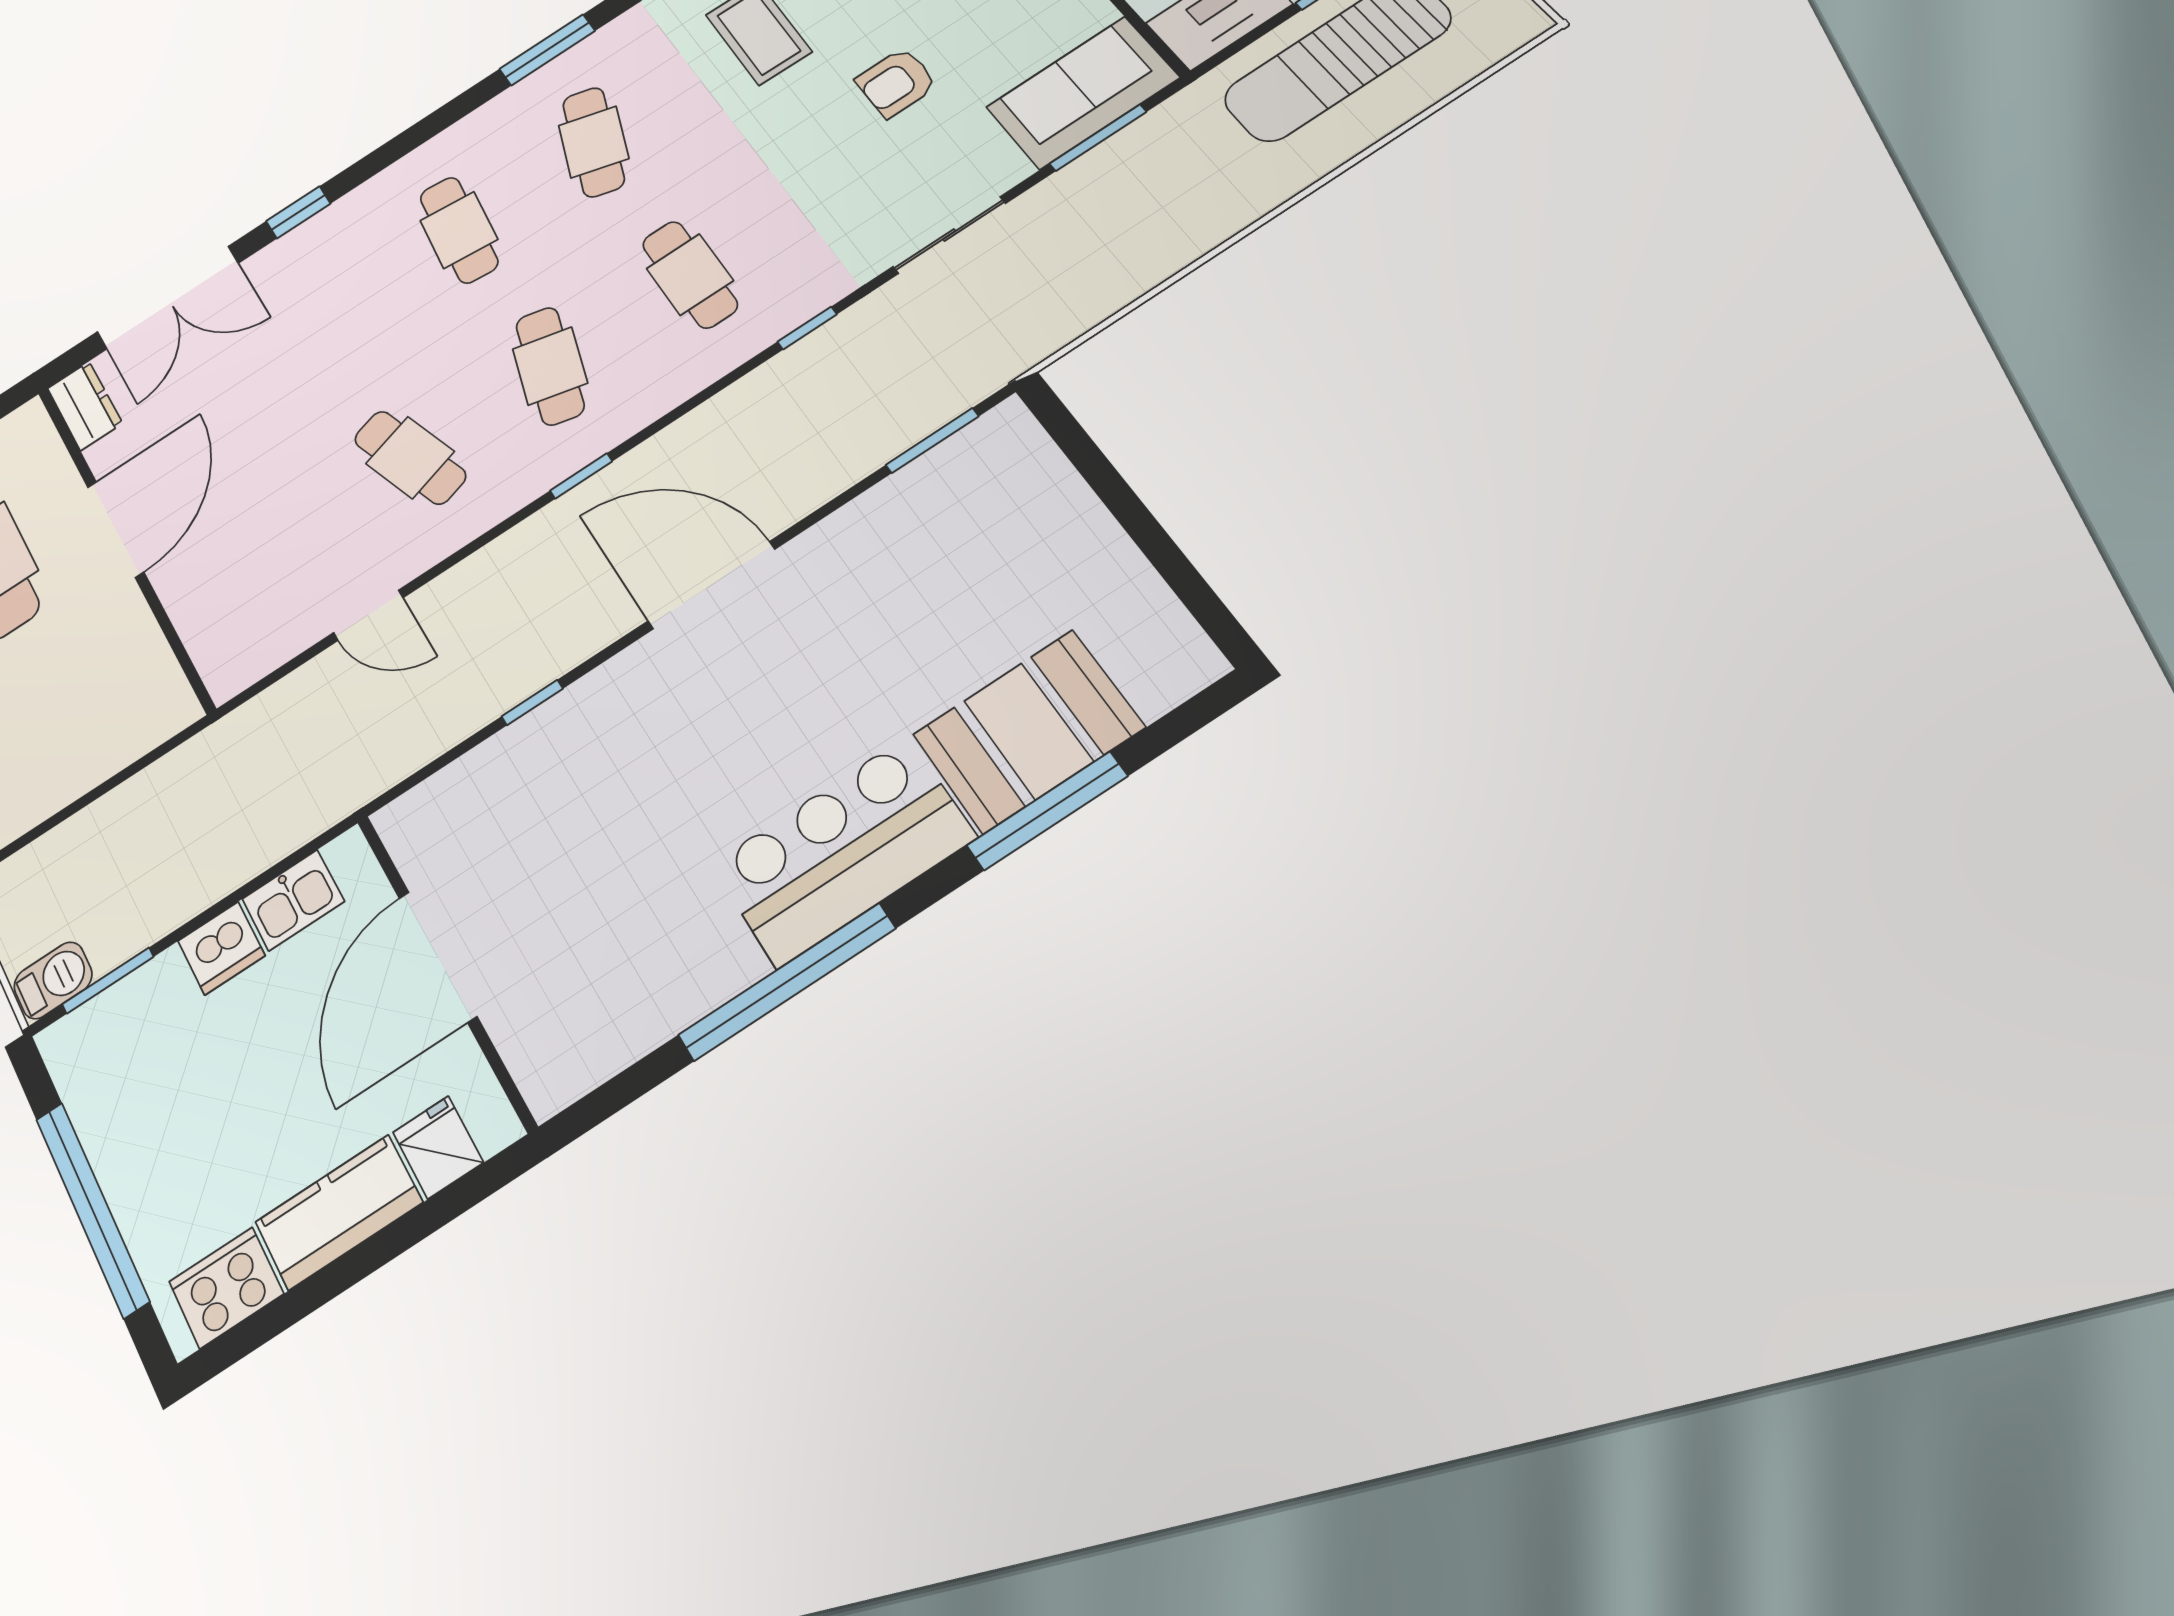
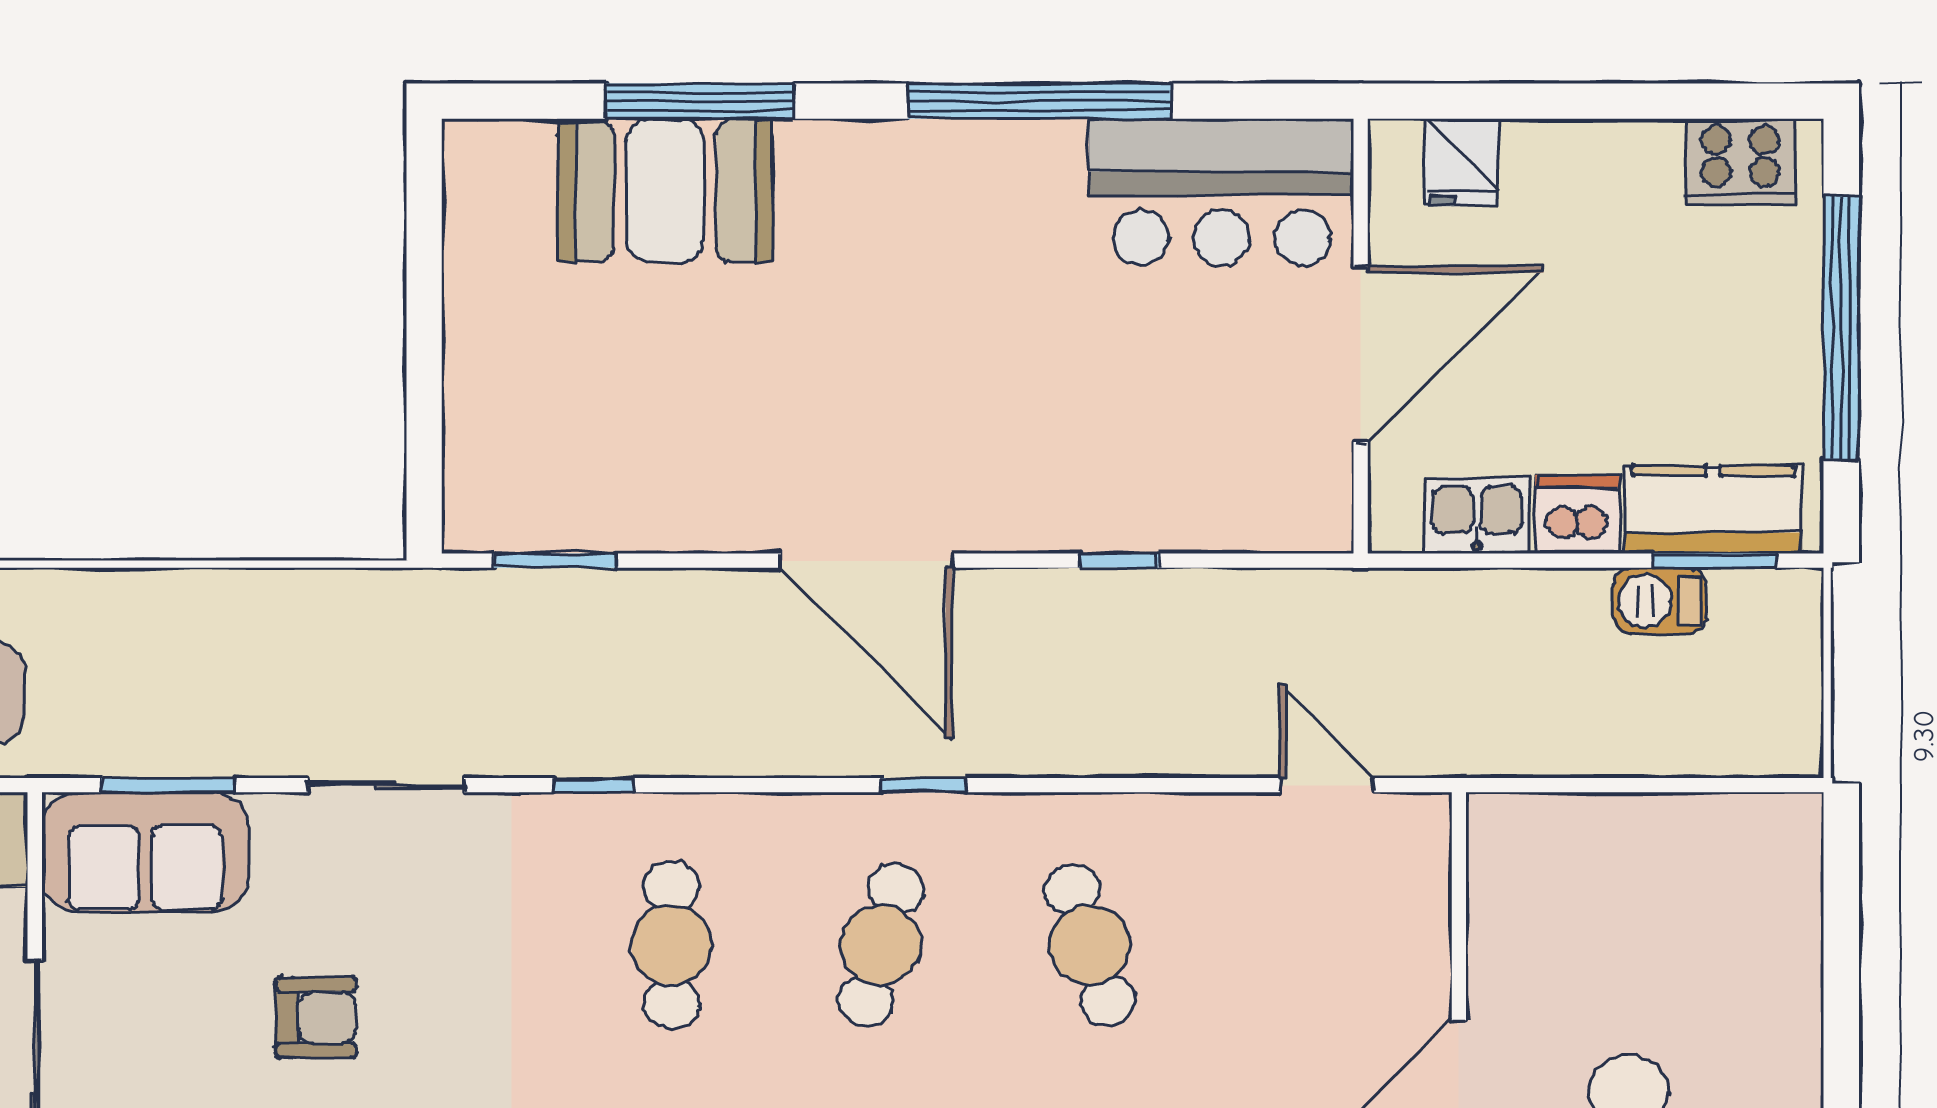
door: (368, 615) -> (1327, 785), moved
bar counter: (843, 851) -> (1221, 192), moved
barbecue: (53, 980) -> (1660, 601), moved
kitchen counter: (339, 1212) -> (1713, 510), moved, turned 180

